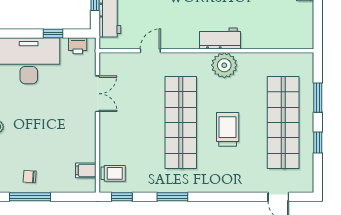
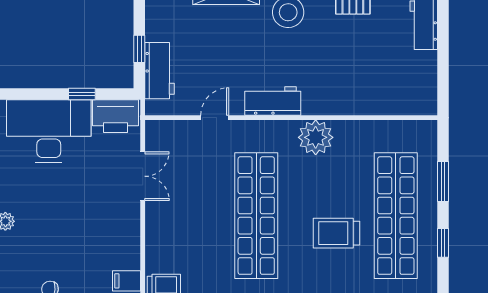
workbench: (220, 39) -> (273, 101), moved
printer: (78, 46) -> (116, 116), width x1.87, depth x1.48
trolley: (228, 129) -> (336, 233), moved, turned -90

